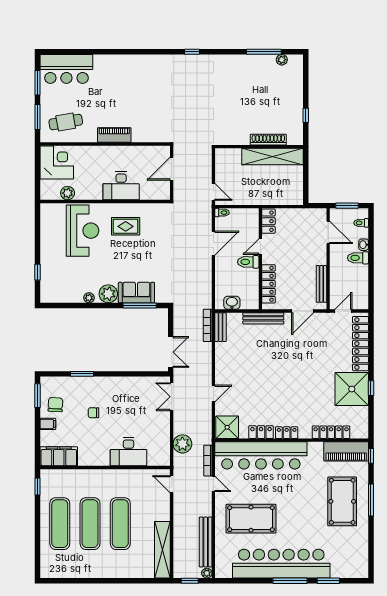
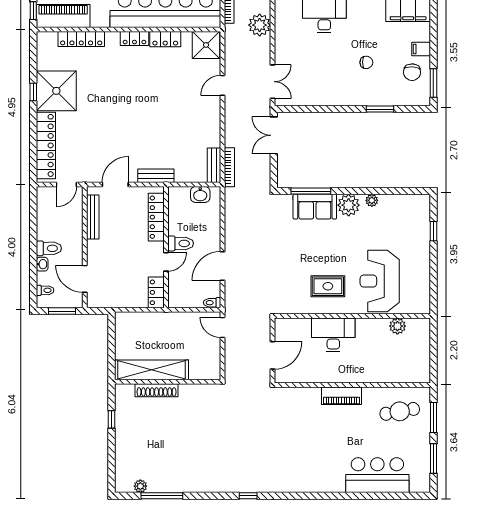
bar counter: (66, 69) -> (377, 475), moved
corner desk: (57, 163) -> (410, 363), removed
bench: (263, 318) -> (156, 176), width x0.73

